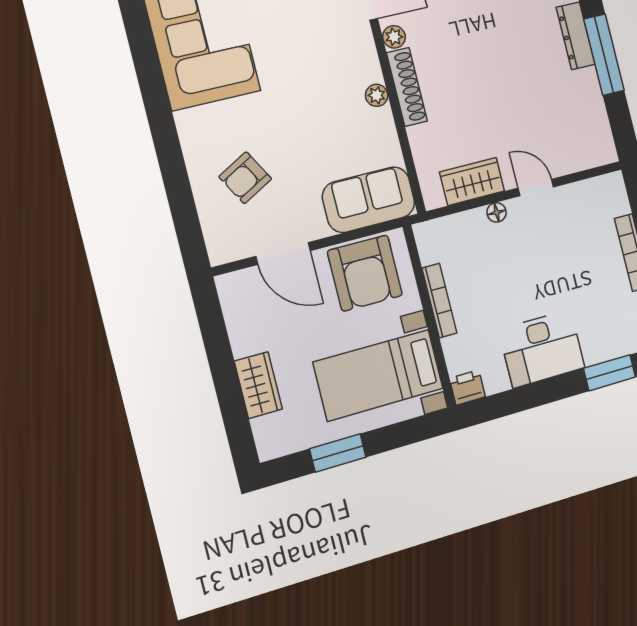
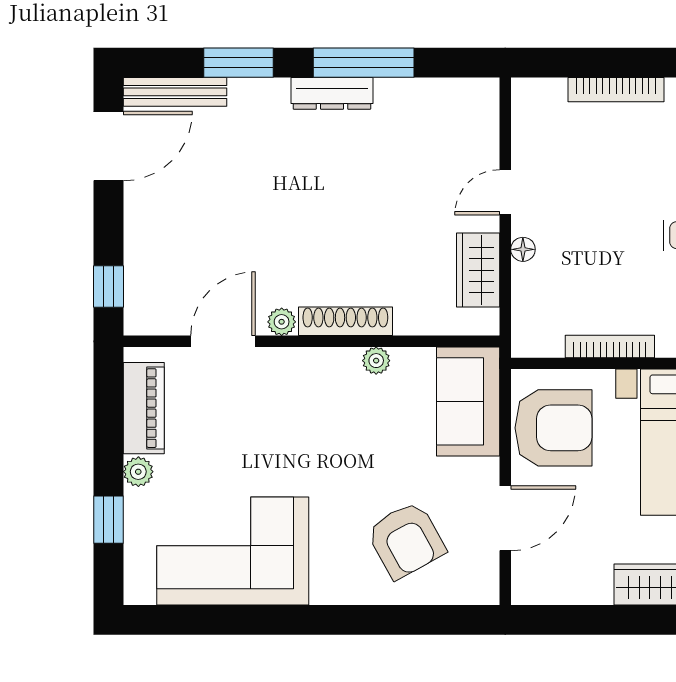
plant: (377, 95) -> (376, 361), moved
armchair: (245, 178) -> (406, 540), width x1.38, depth x1.38

